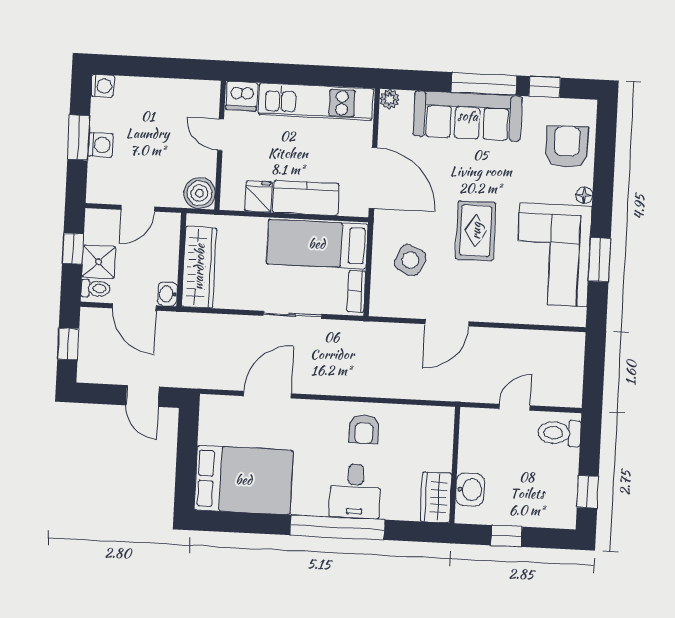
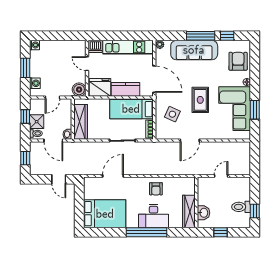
washing machine: (100, 145) -> (35, 83), moved
fridge: (259, 196) -> (100, 87), width x1.88, depth x1.34
toilet: (559, 433) -> (241, 207), moved
desk: (355, 491) -> (153, 216), width x1.37
wardrobe: (436, 497) -> (189, 211), width x1.50

